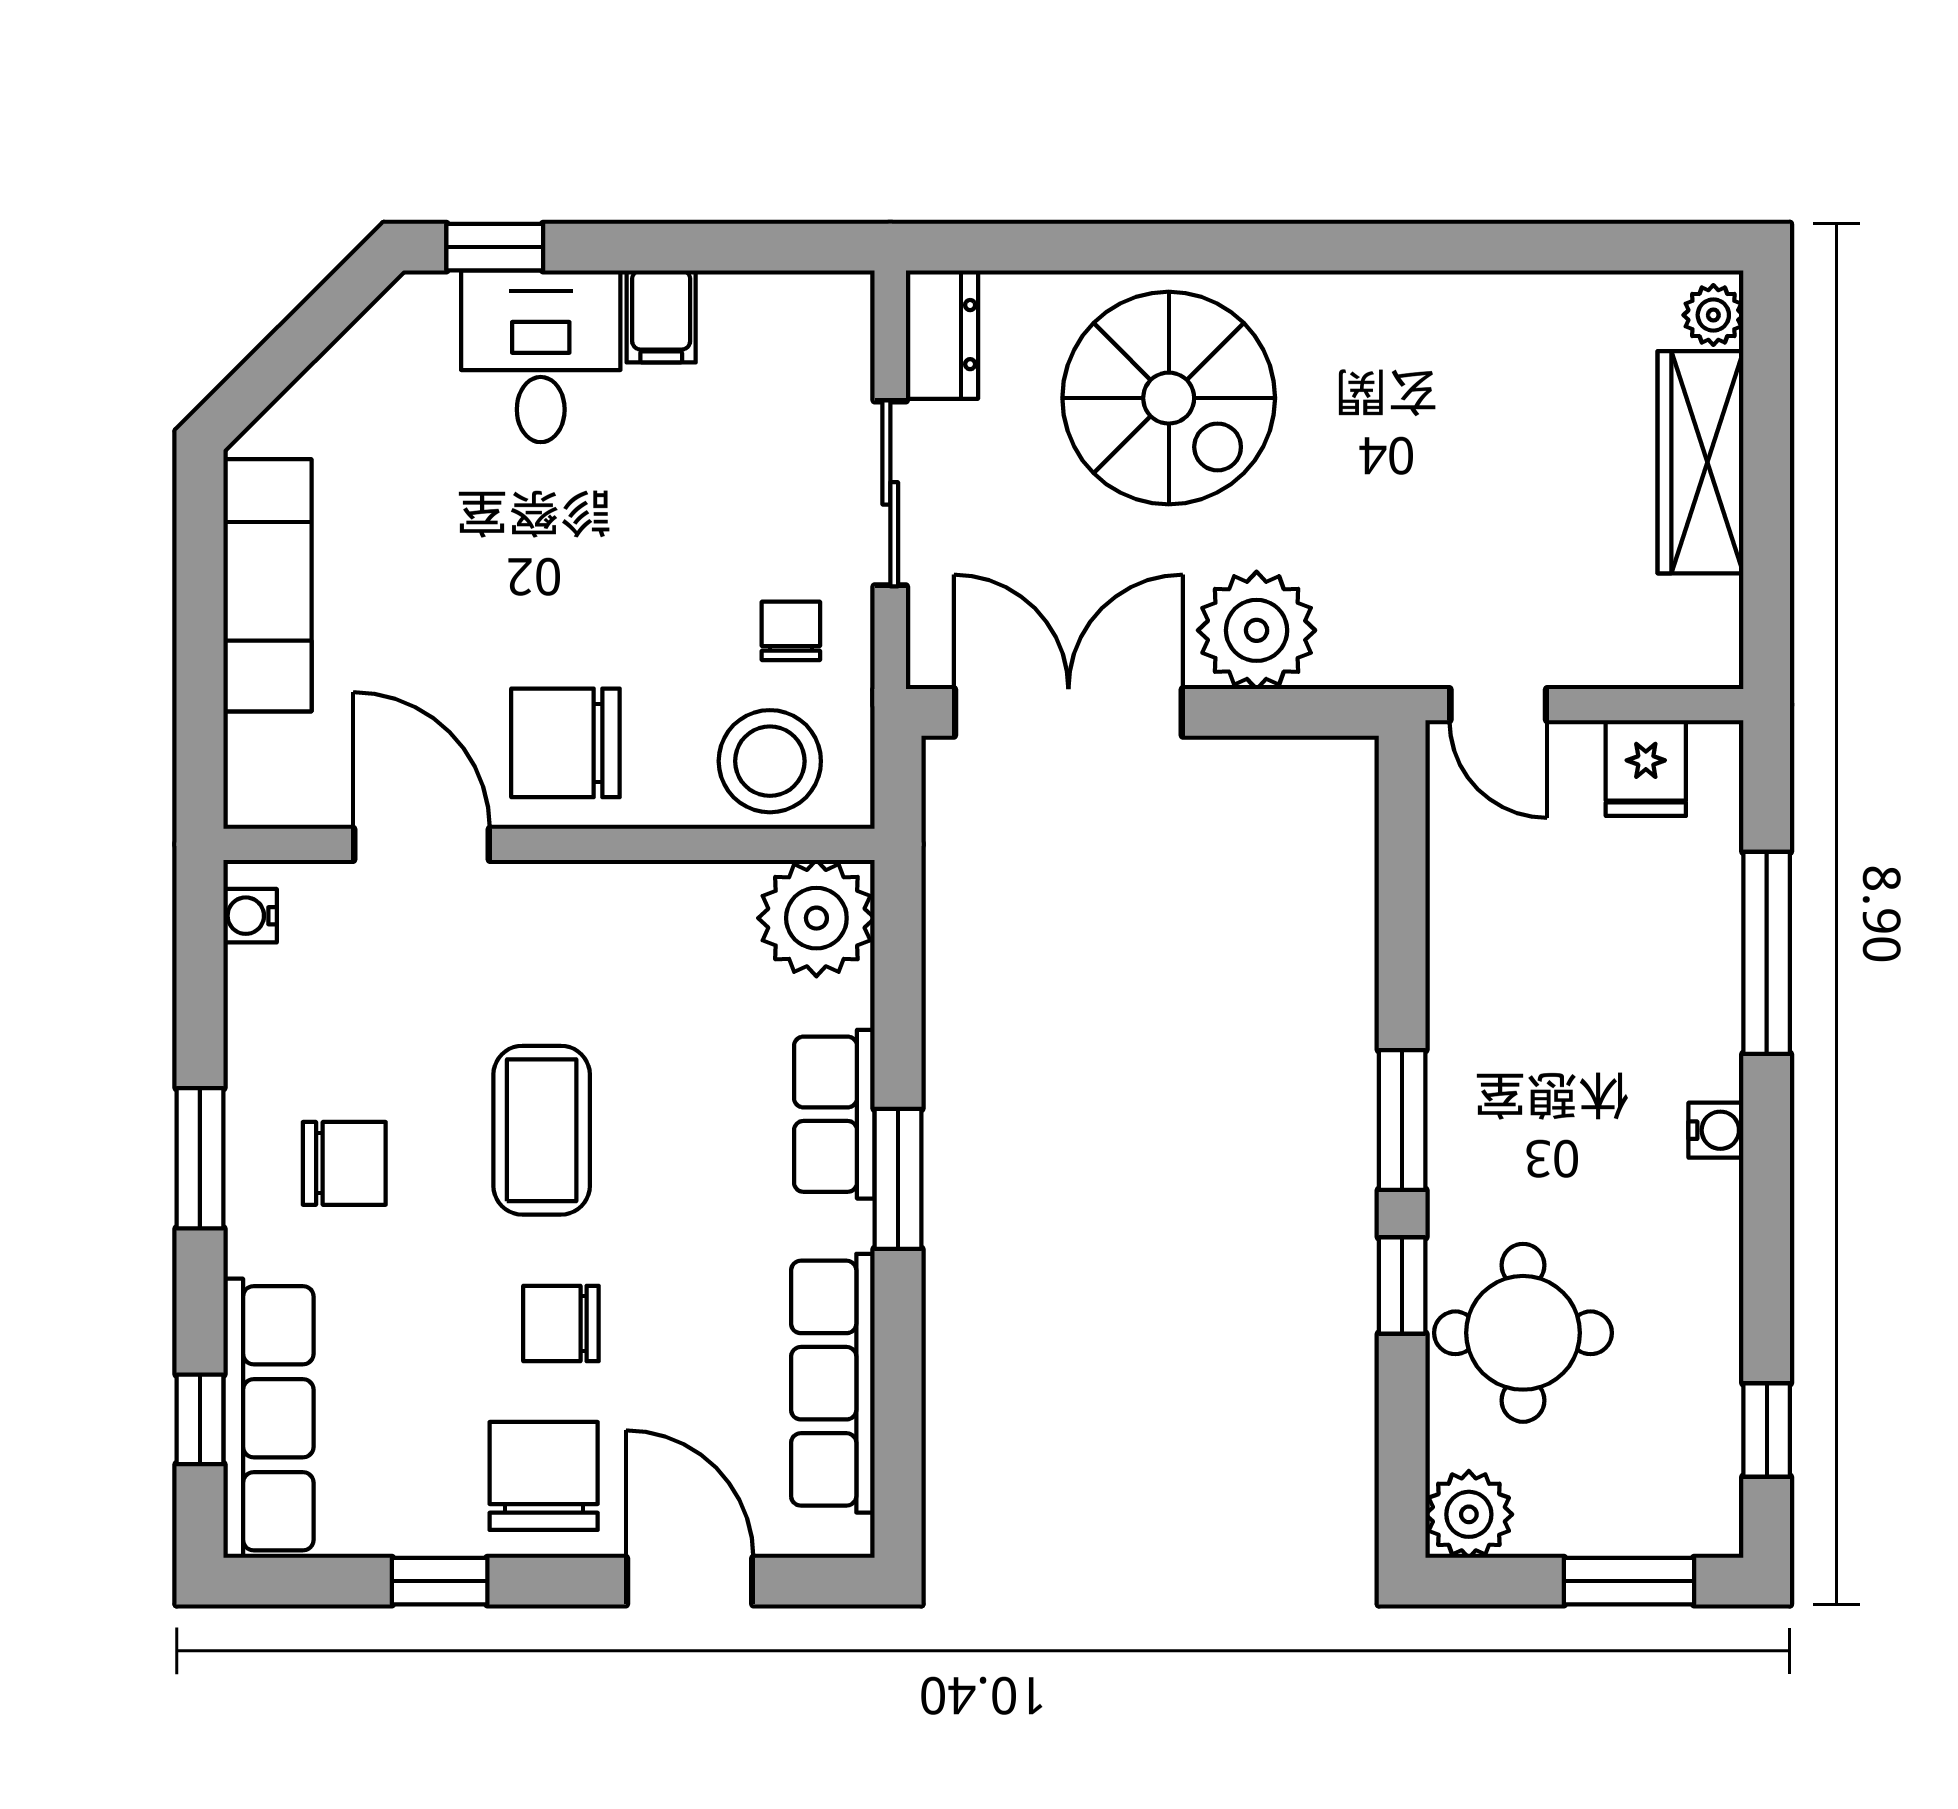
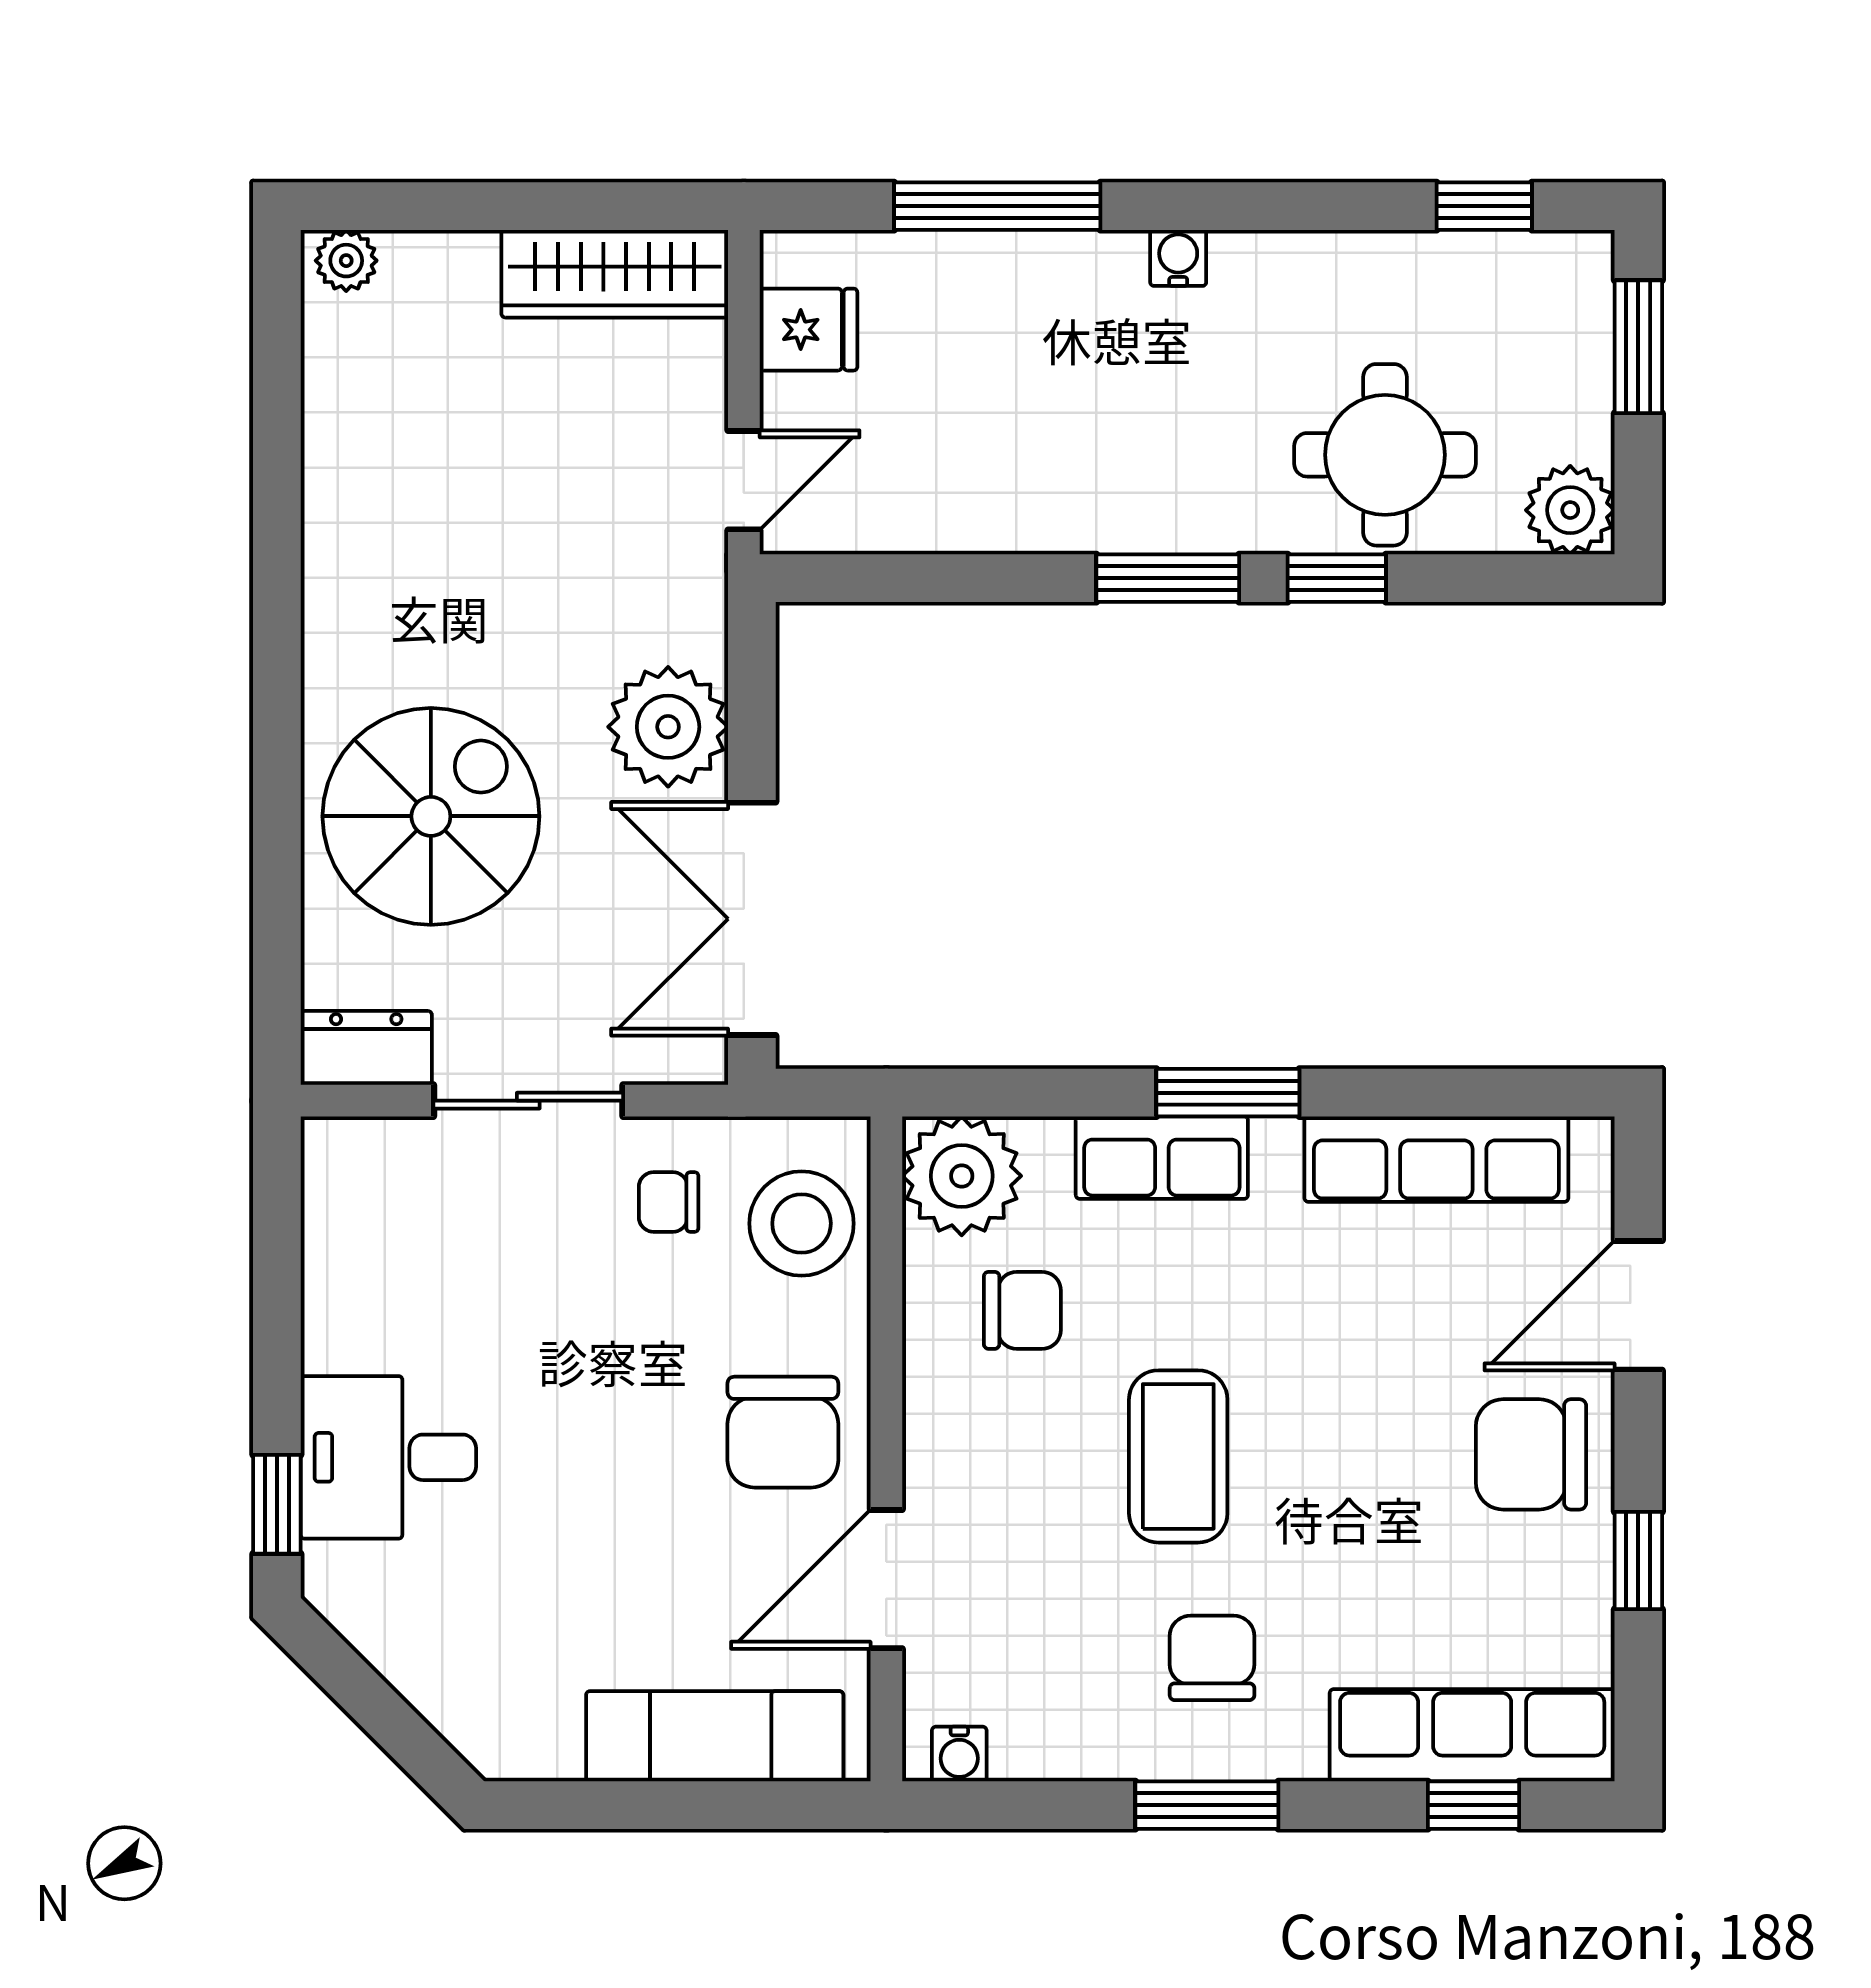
filing cabinet: (661, 316) -> (348, 1334), removed
wardrobe: (1700, 462) -> (615, 274), moved
exam couch: (267, 585) -> (715, 1736), moved
coffee table: (542, 1130) -> (1178, 1456), turned 90
chair: (561, 1323) -> (1022, 1310), moved, turned -90

